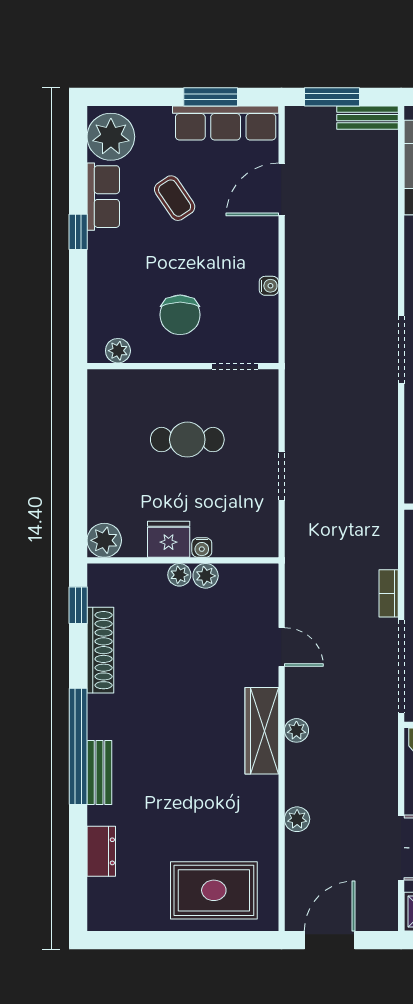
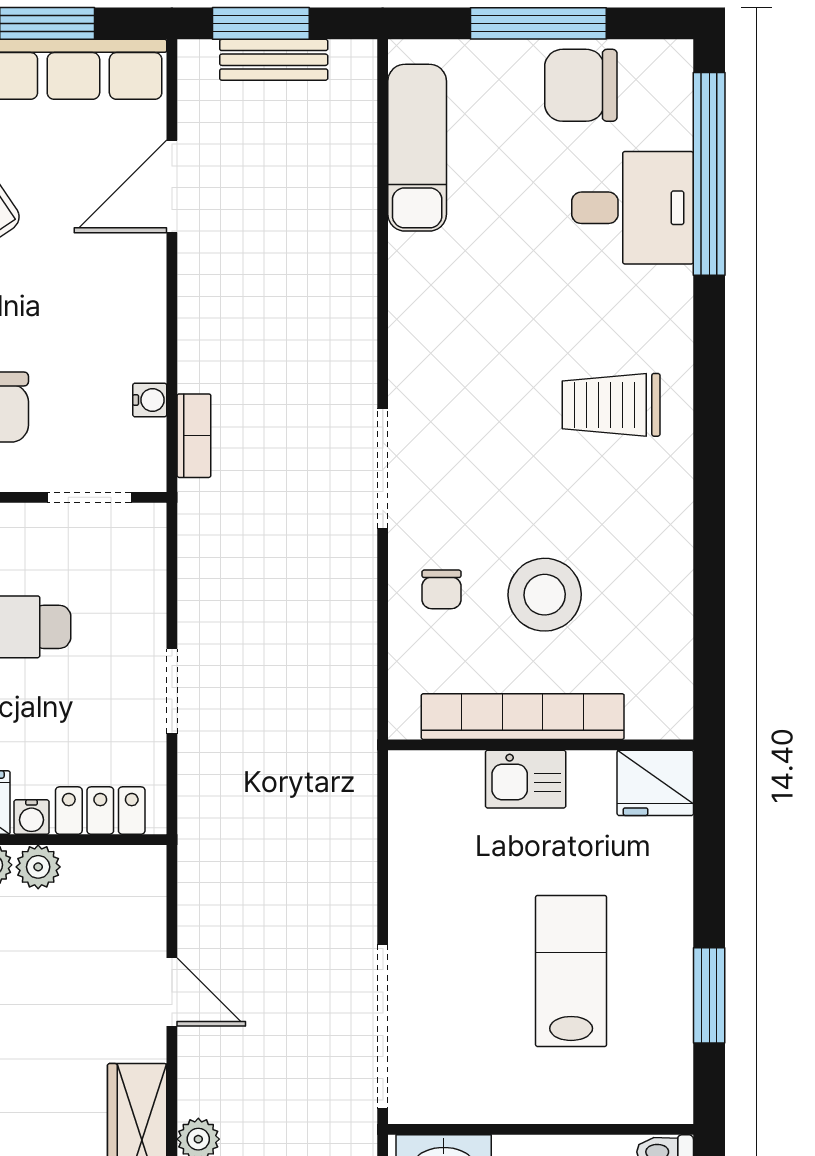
bench: (368, 118) -> (274, 60), moved
water cooler: (269, 286) -> (150, 400), moved
locker: (241, 544) -> (100, 811), added
bookcase: (389, 593) -> (194, 436), moved, turned 180

